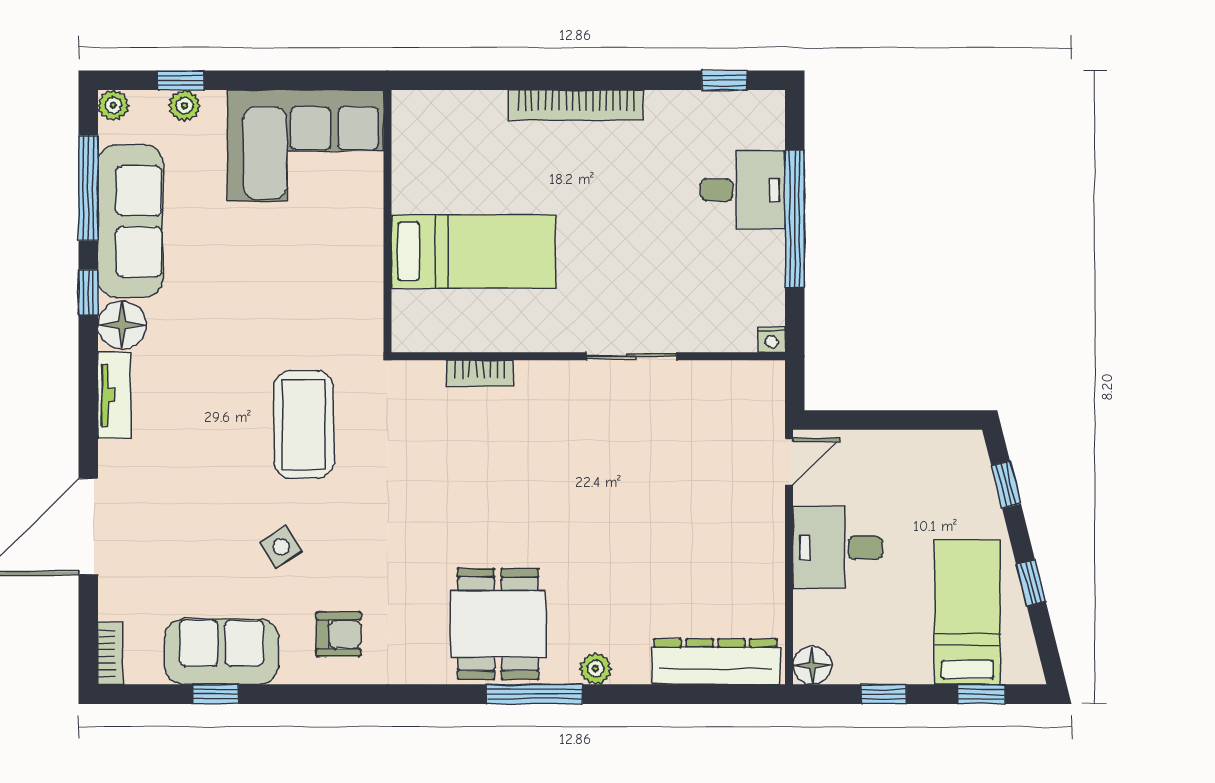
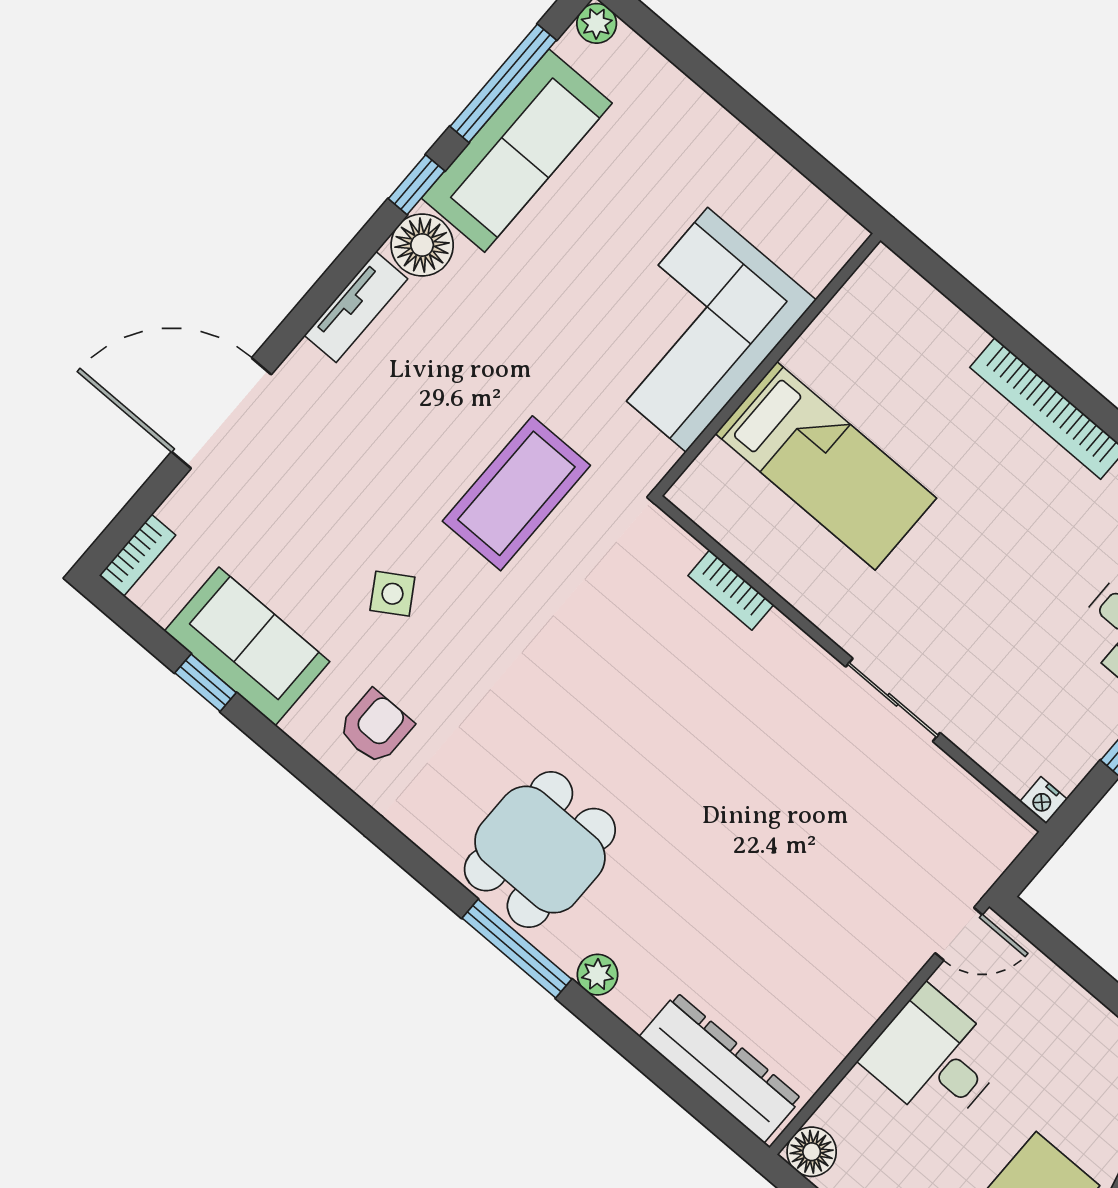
window: (181, 80) -> (683, 55), removed
plant: (185, 106) -> (666, 83), removed
corner sofa: (306, 146) -> (697, 330), moved, turned 90
armchair: (338, 634) -> (376, 727), turned -90

